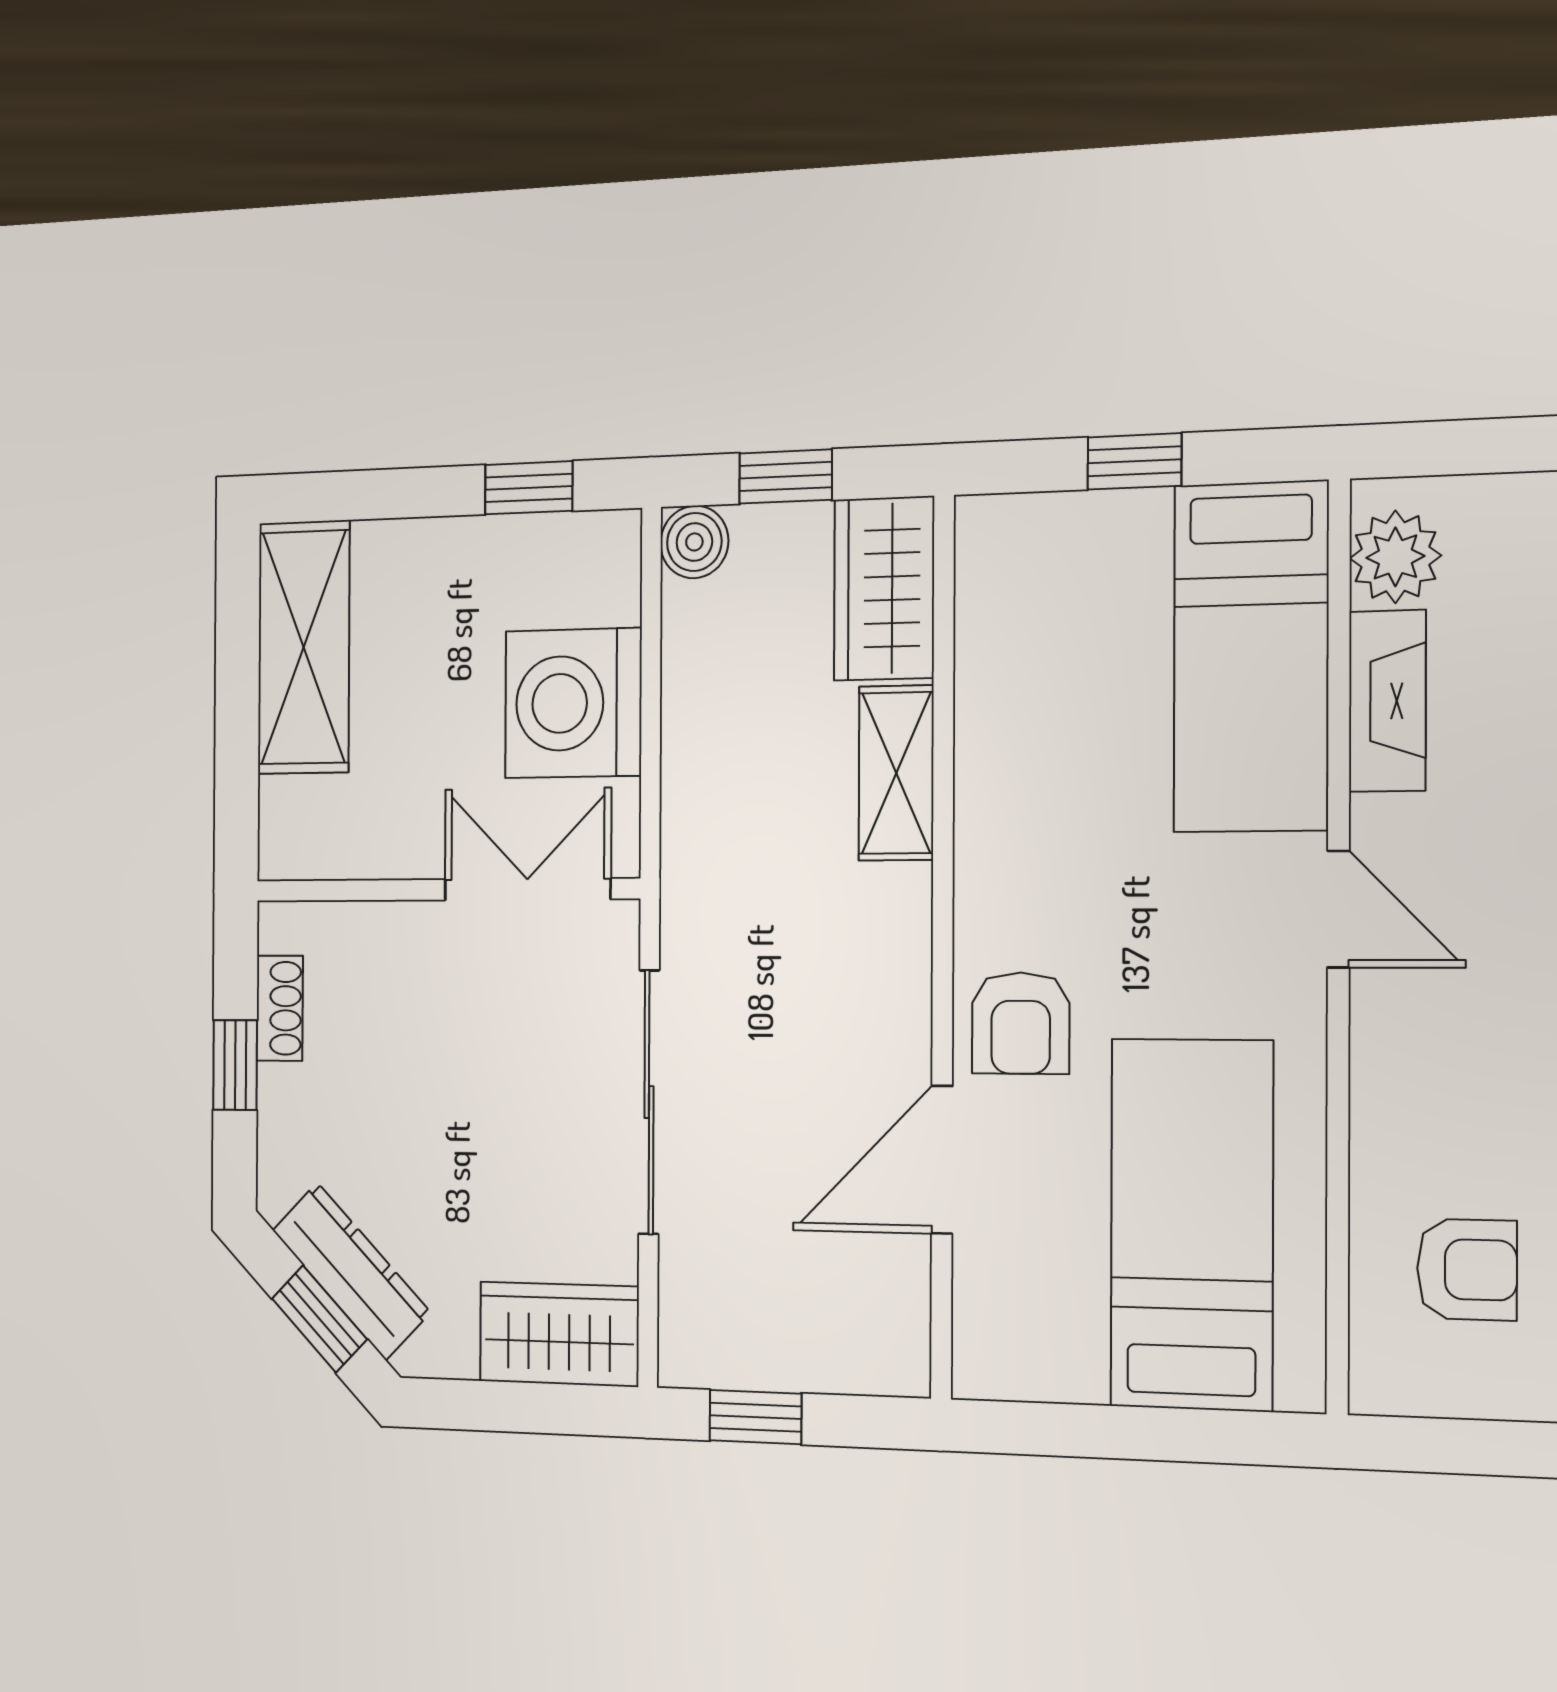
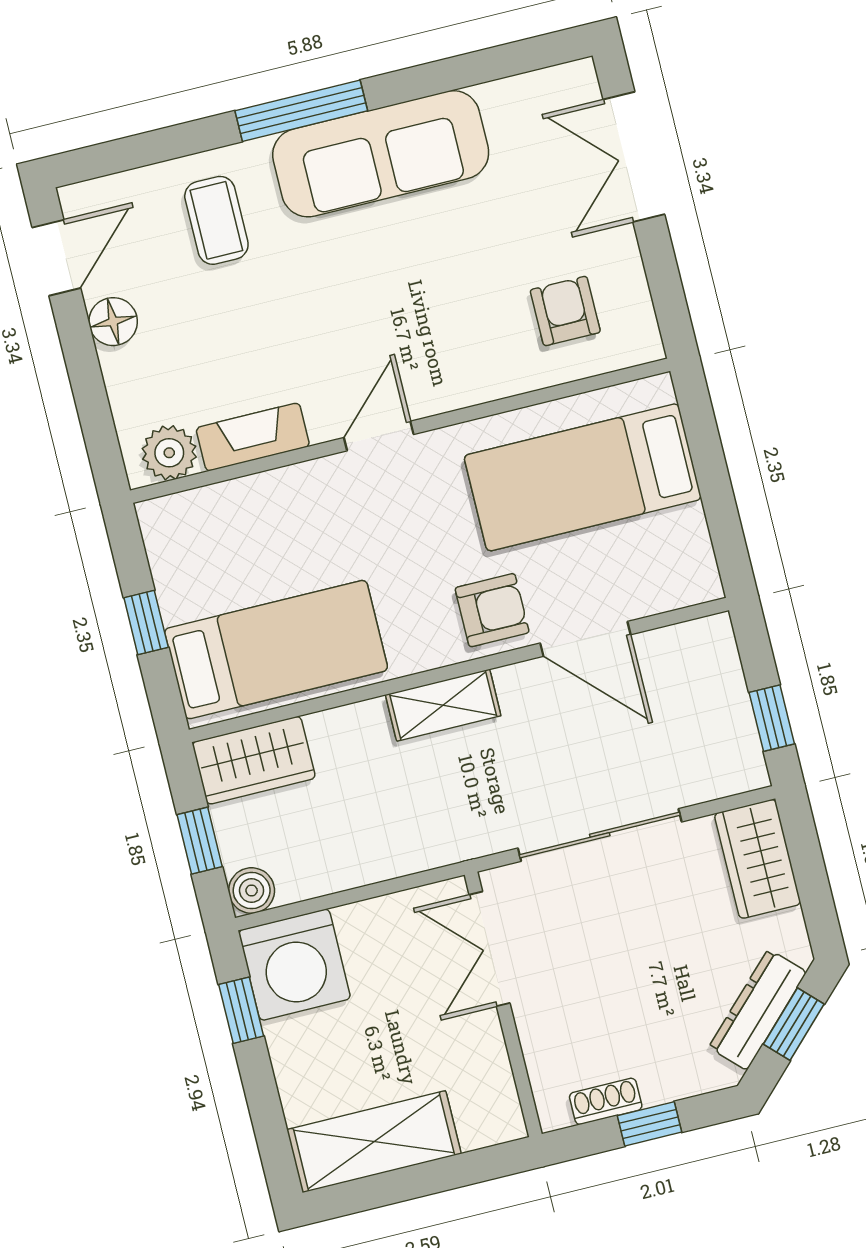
bed: (1251, 657) -> (276, 650), moved
washing machine: (573, 703) -> (294, 965), moved
shelving: (896, 773) -> (443, 705), moved

